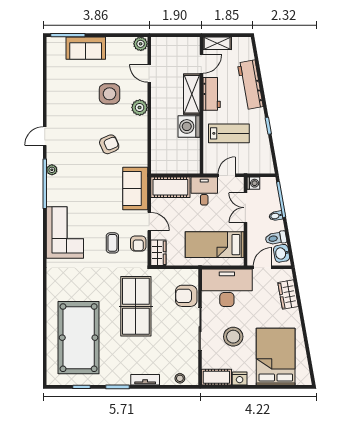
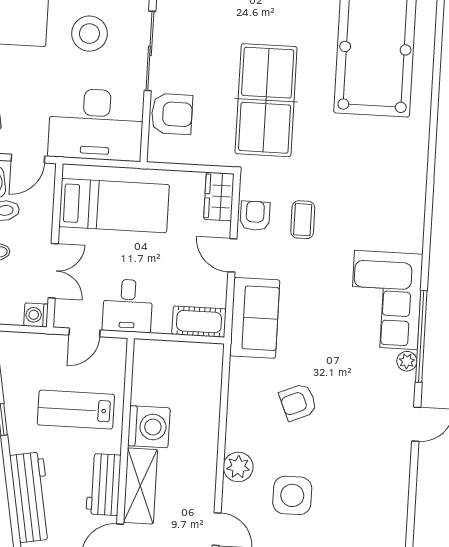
cot: (170, 187) -> (199, 322), width x0.73, depth x0.75
corner sofa: (65, 232) -> (386, 300), moved

